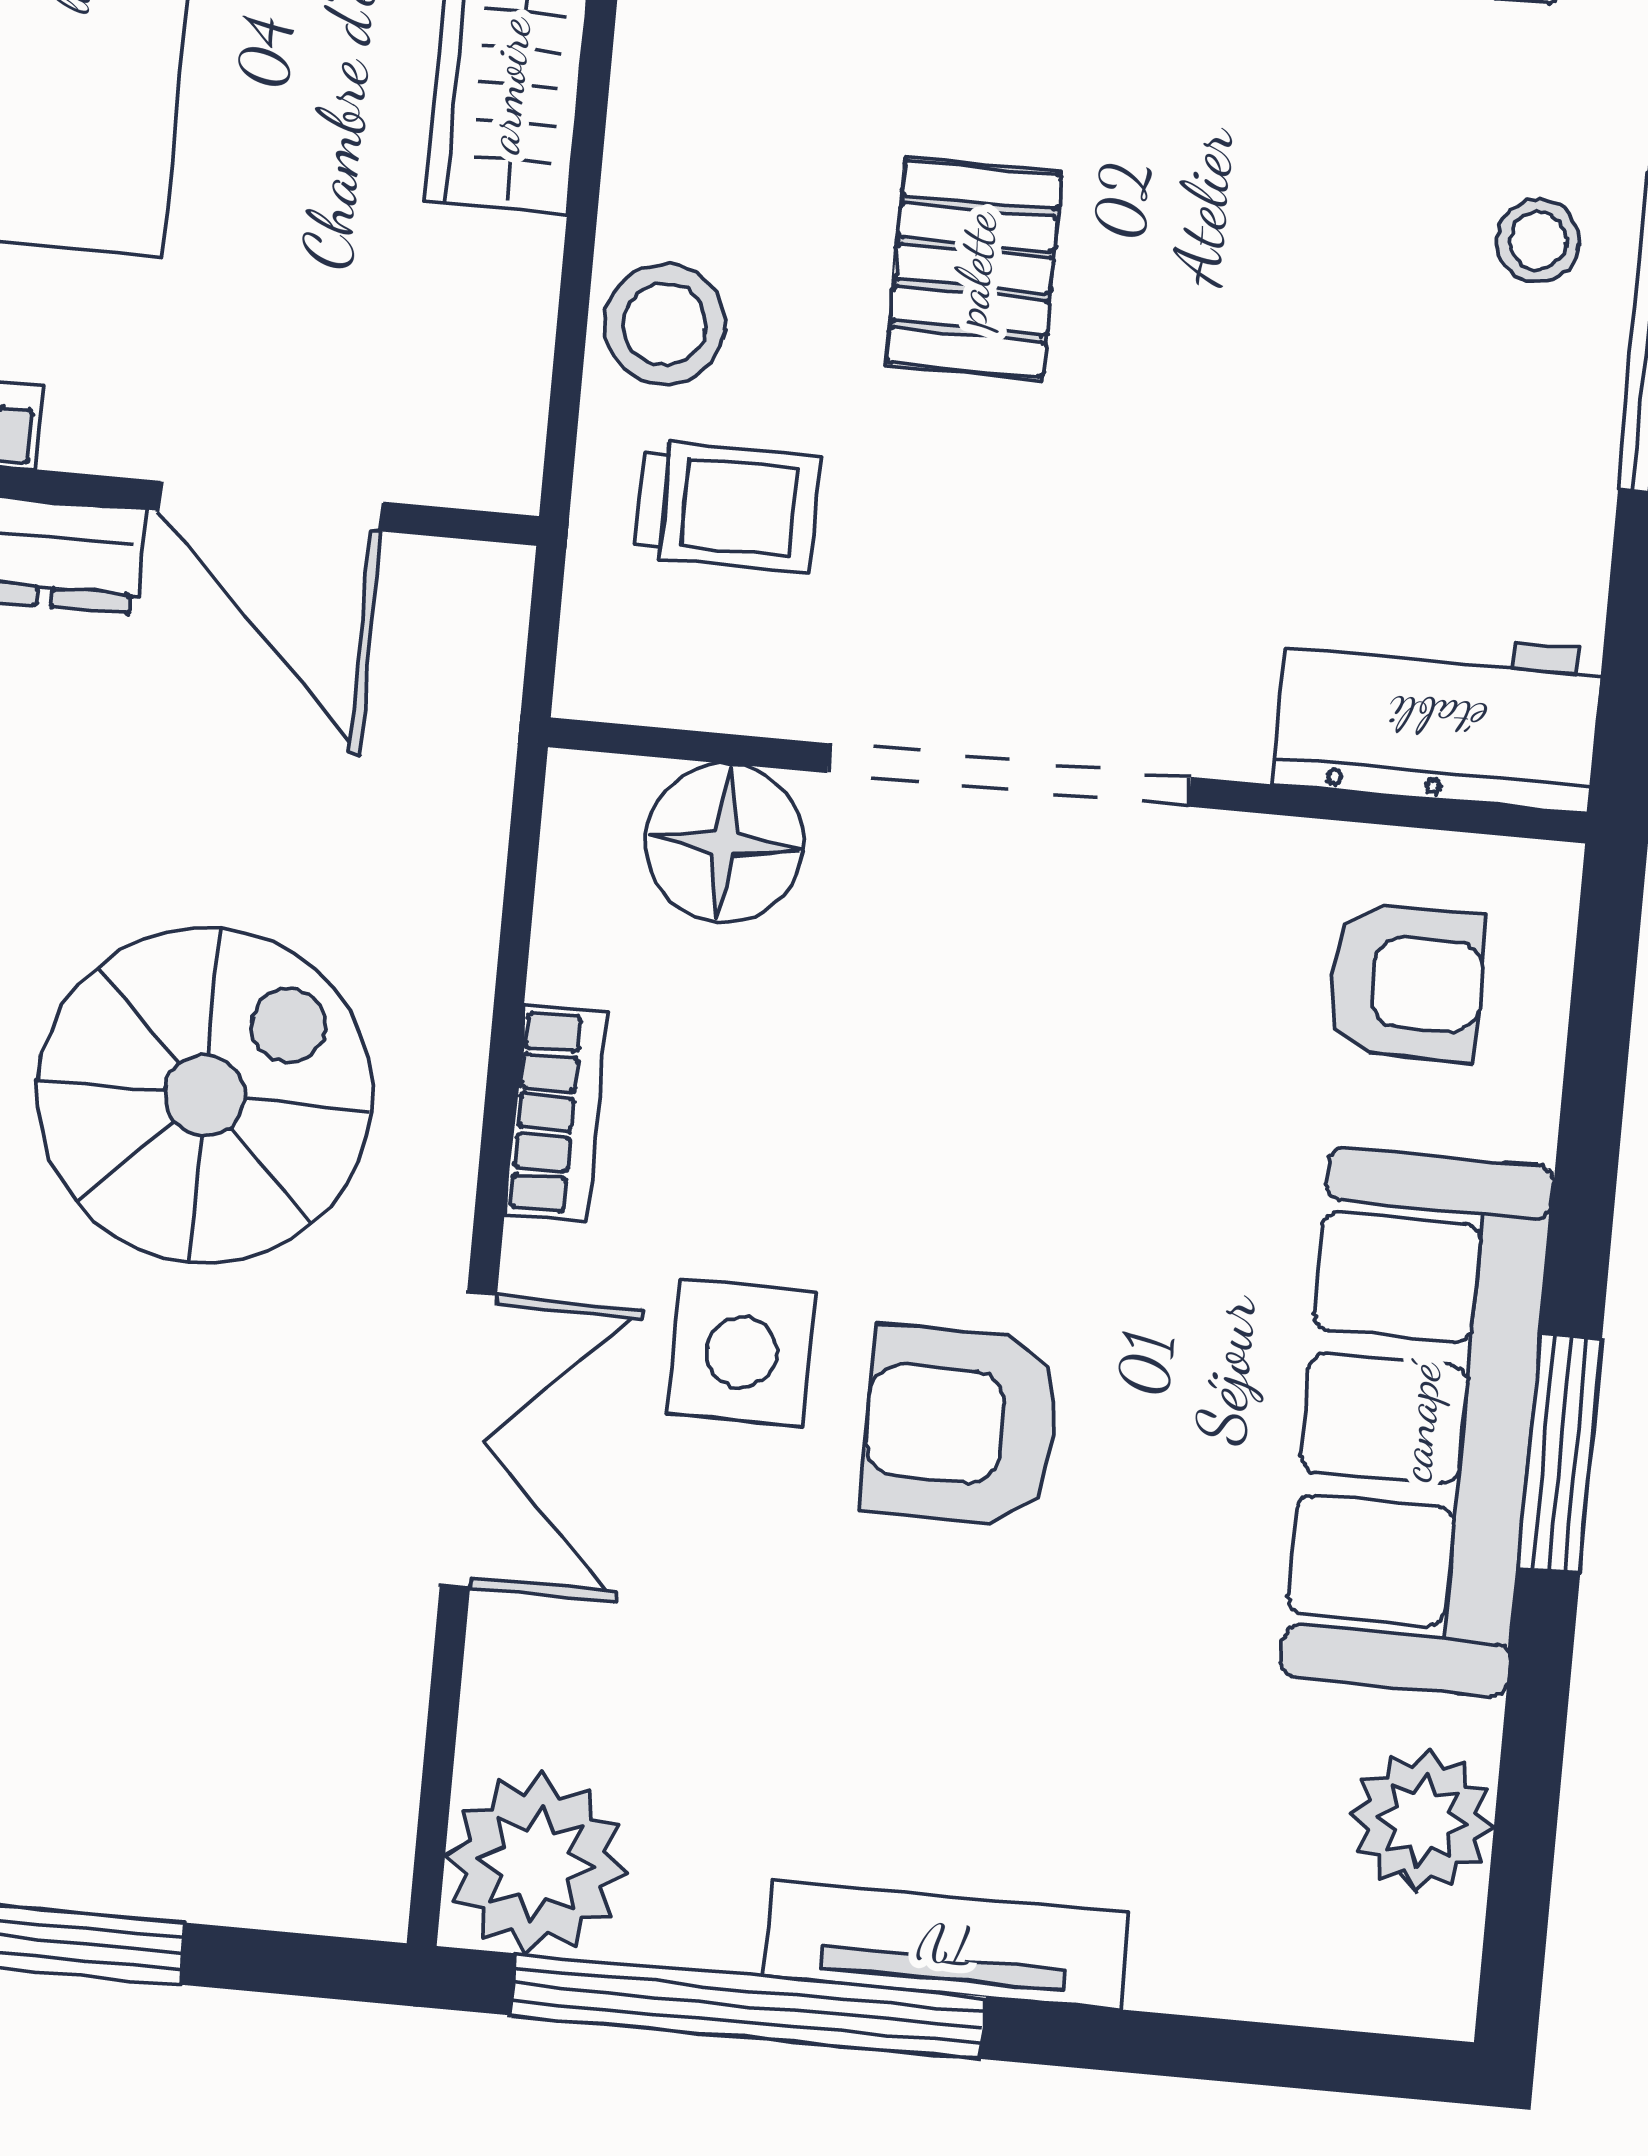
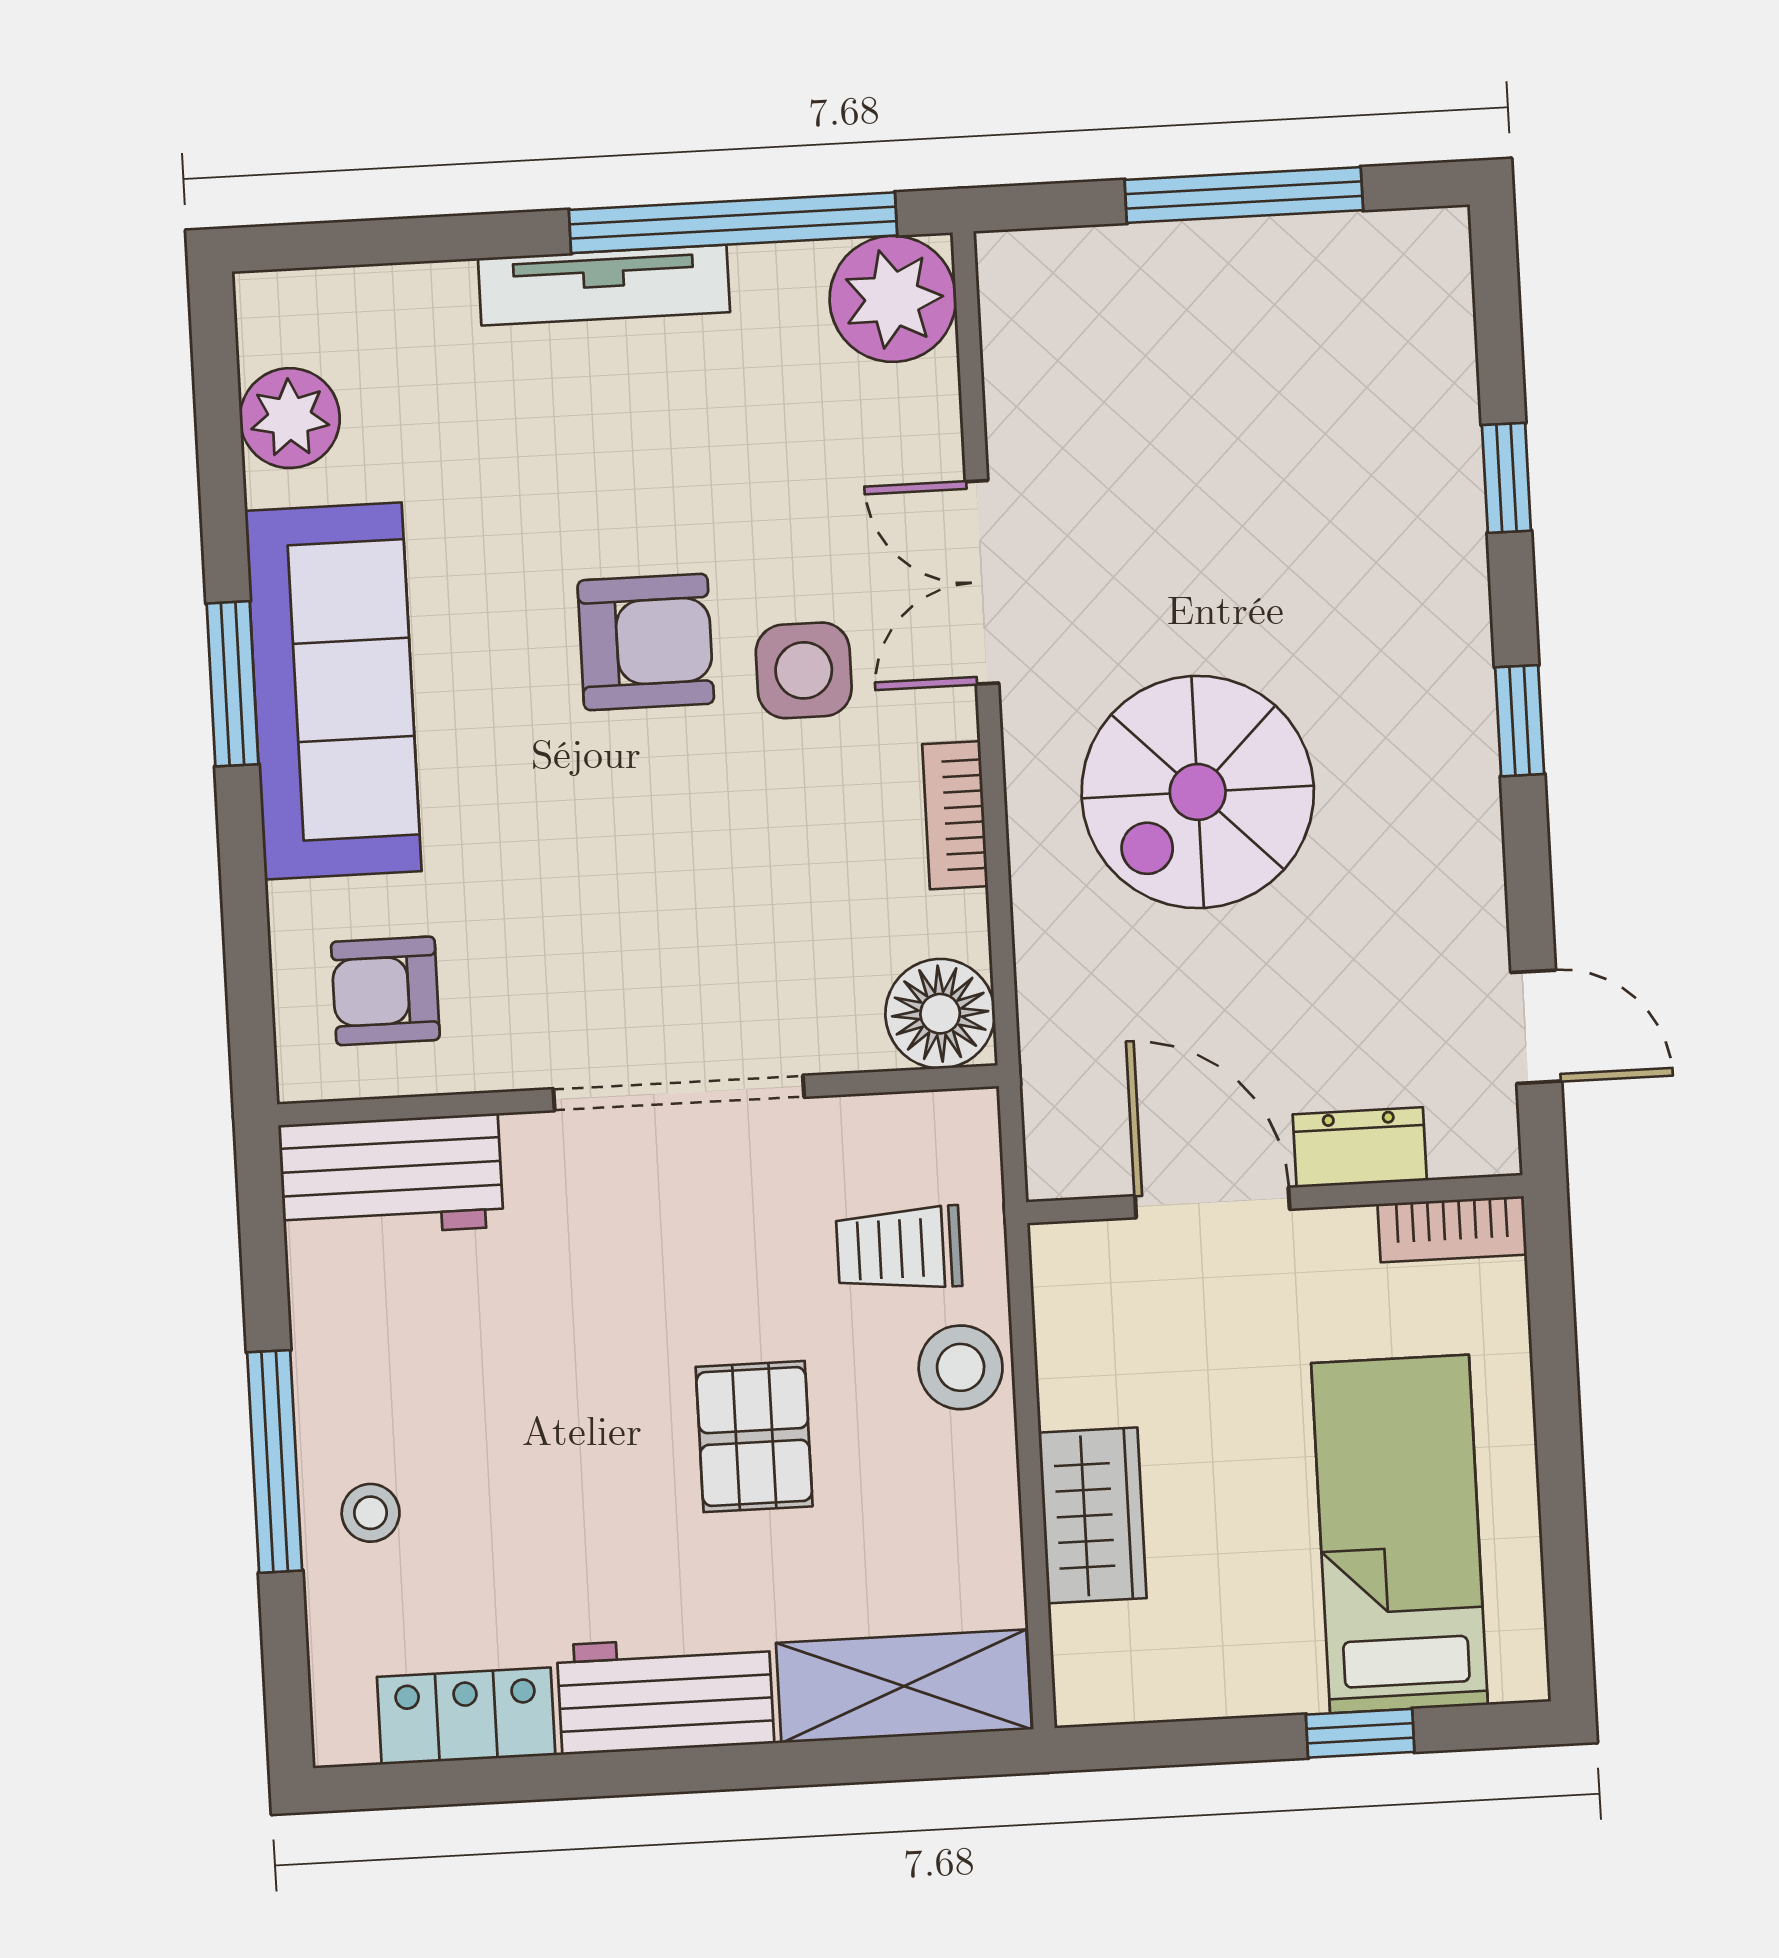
floor lamp: (724, 843) -> (940, 1014), moved

